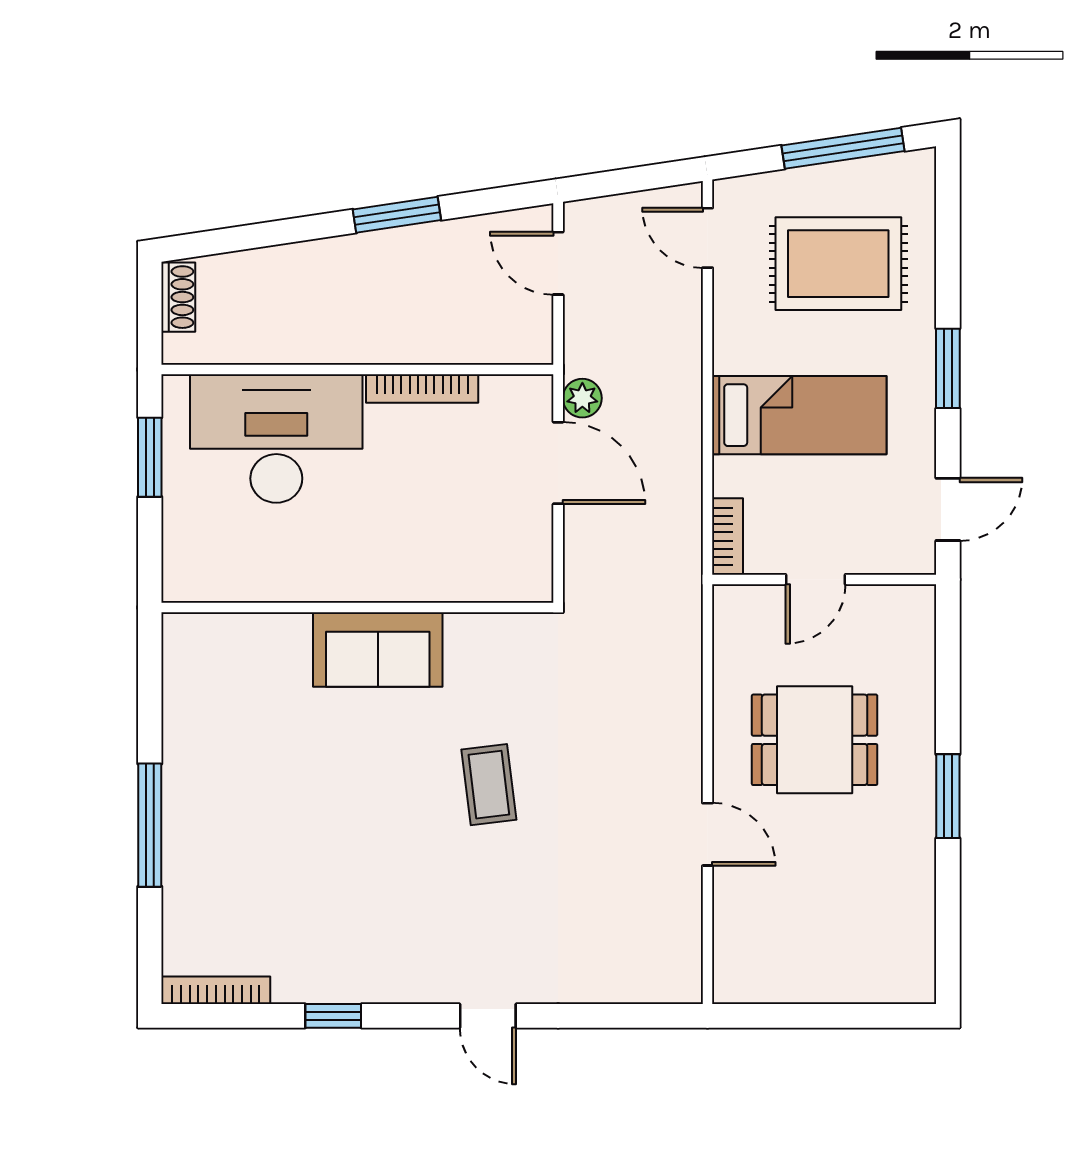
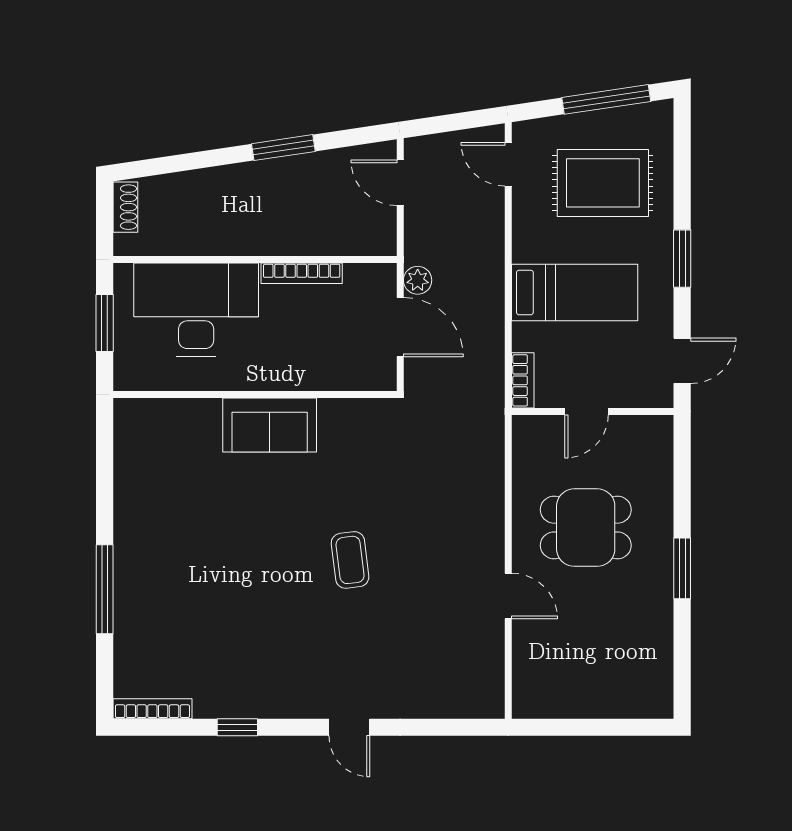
wall: (357, 607) -> (255, 395), moved
sofa: (378, 650) -> (270, 425), moved

